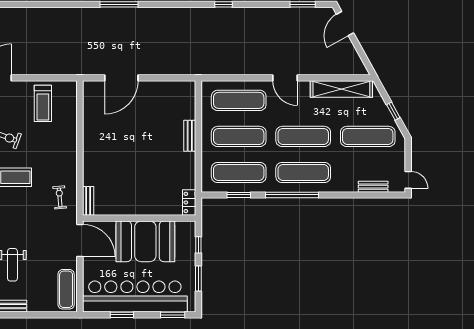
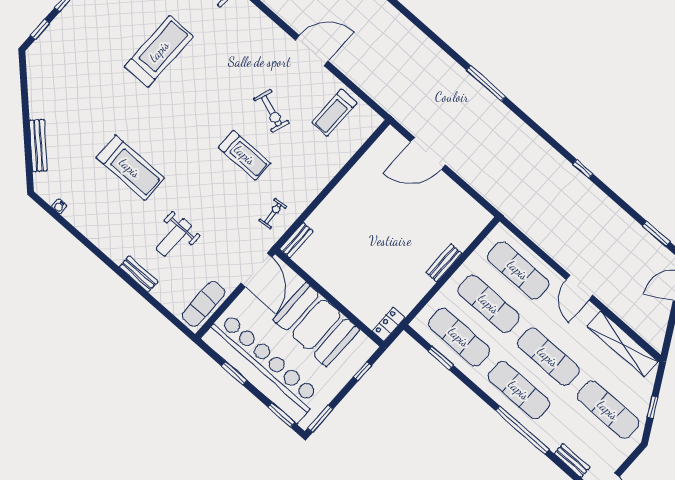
window: (292, 195) -> (522, 430), moved
window: (198, 278) -> (320, 419), moved

